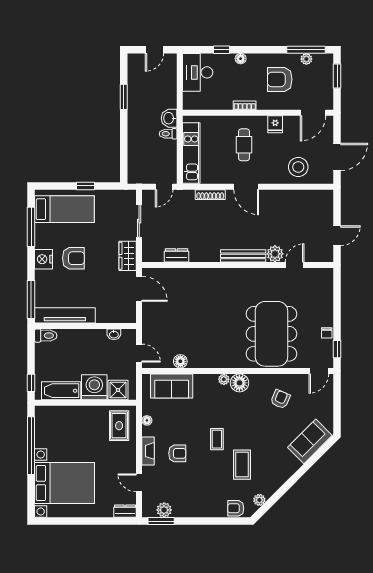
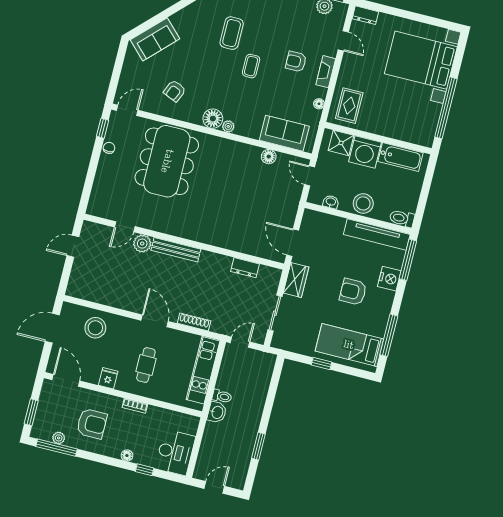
door: (313, 113) -> (66, 380), hinge flipped
nightstand: (44, 259) -> (389, 279), moved
stool: (84, 340) -> (363, 203), added
window: (31, 383) -> (430, 173), removed

